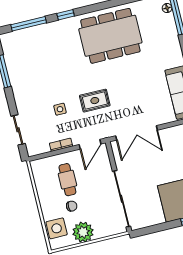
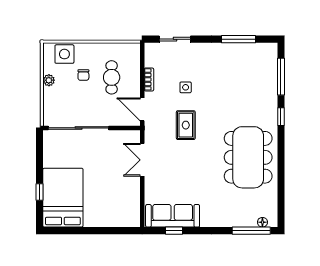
double door: (137, 133) -> (142, 160), width x0.73
cafe table: (67, 180) -> (112, 77), turned 90
plant: (83, 232) -> (49, 80), width x0.53, depth x0.53

